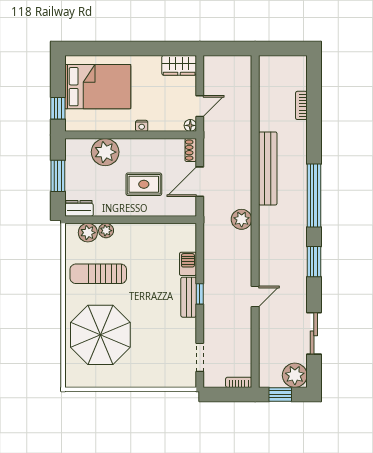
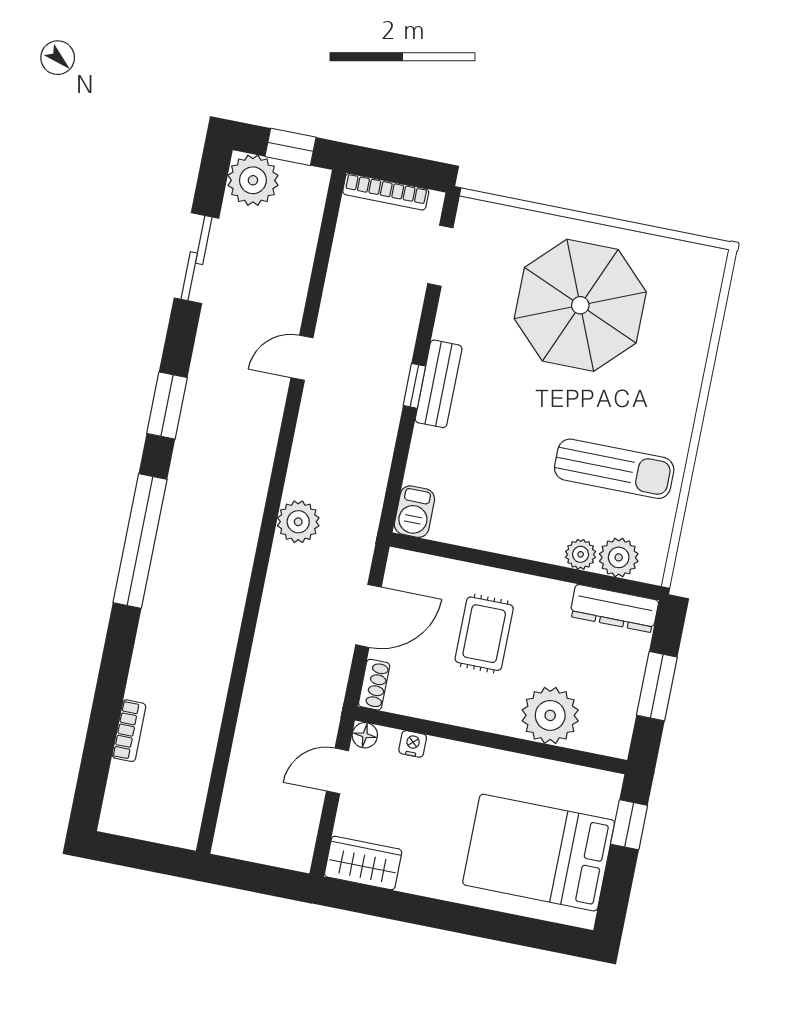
nightstand: (142, 126) -> (413, 744), moved
bench: (268, 168) -> (224, 615), removed
rug: (144, 184) -> (484, 634), turned 90
dresser: (79, 208) -> (614, 608), width x1.44
barbecue: (188, 264) -> (414, 512), moved
parasol: (100, 335) -> (580, 305), moved
bookcase: (239, 382) -> (386, 192), width x1.56

